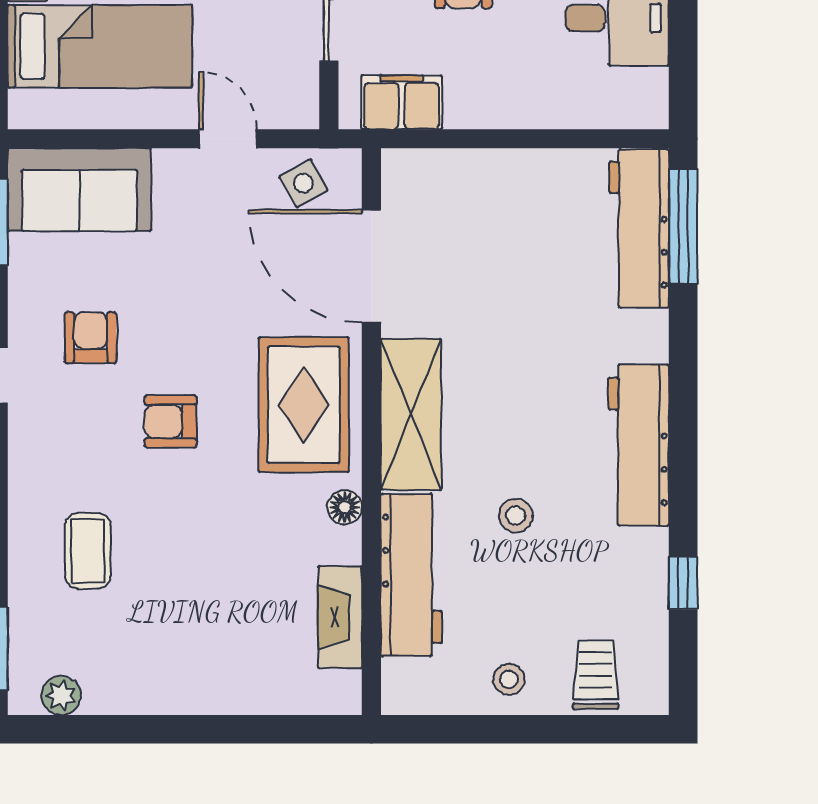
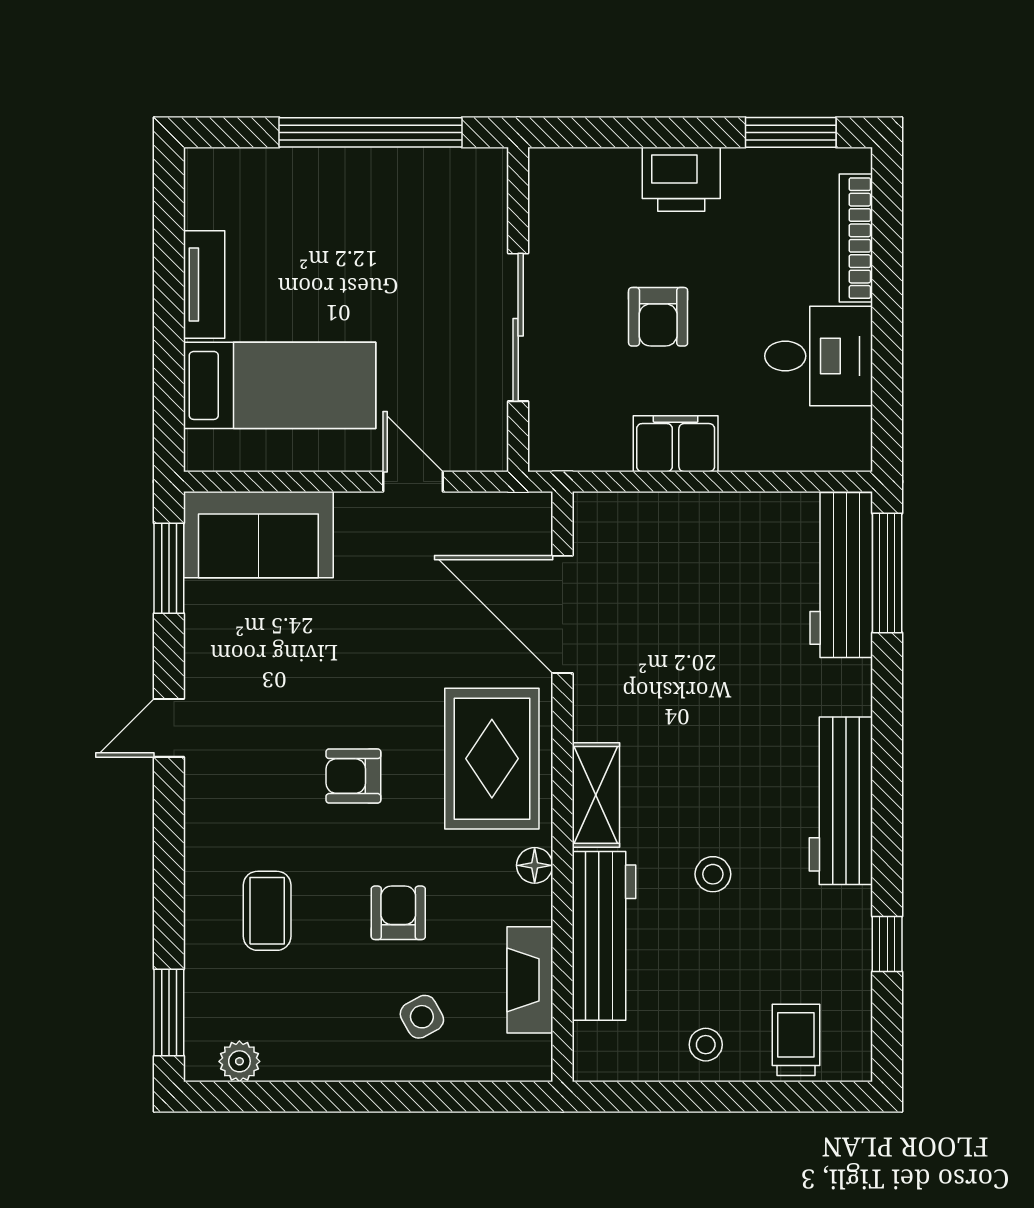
filing cabinet: (402, 102) -> (676, 444), moved
side table: (303, 183) -> (422, 1017), moved
armchair: (91, 338) -> (398, 913), moved
shelving: (411, 414) -> (596, 795), width x0.67, depth x0.75

